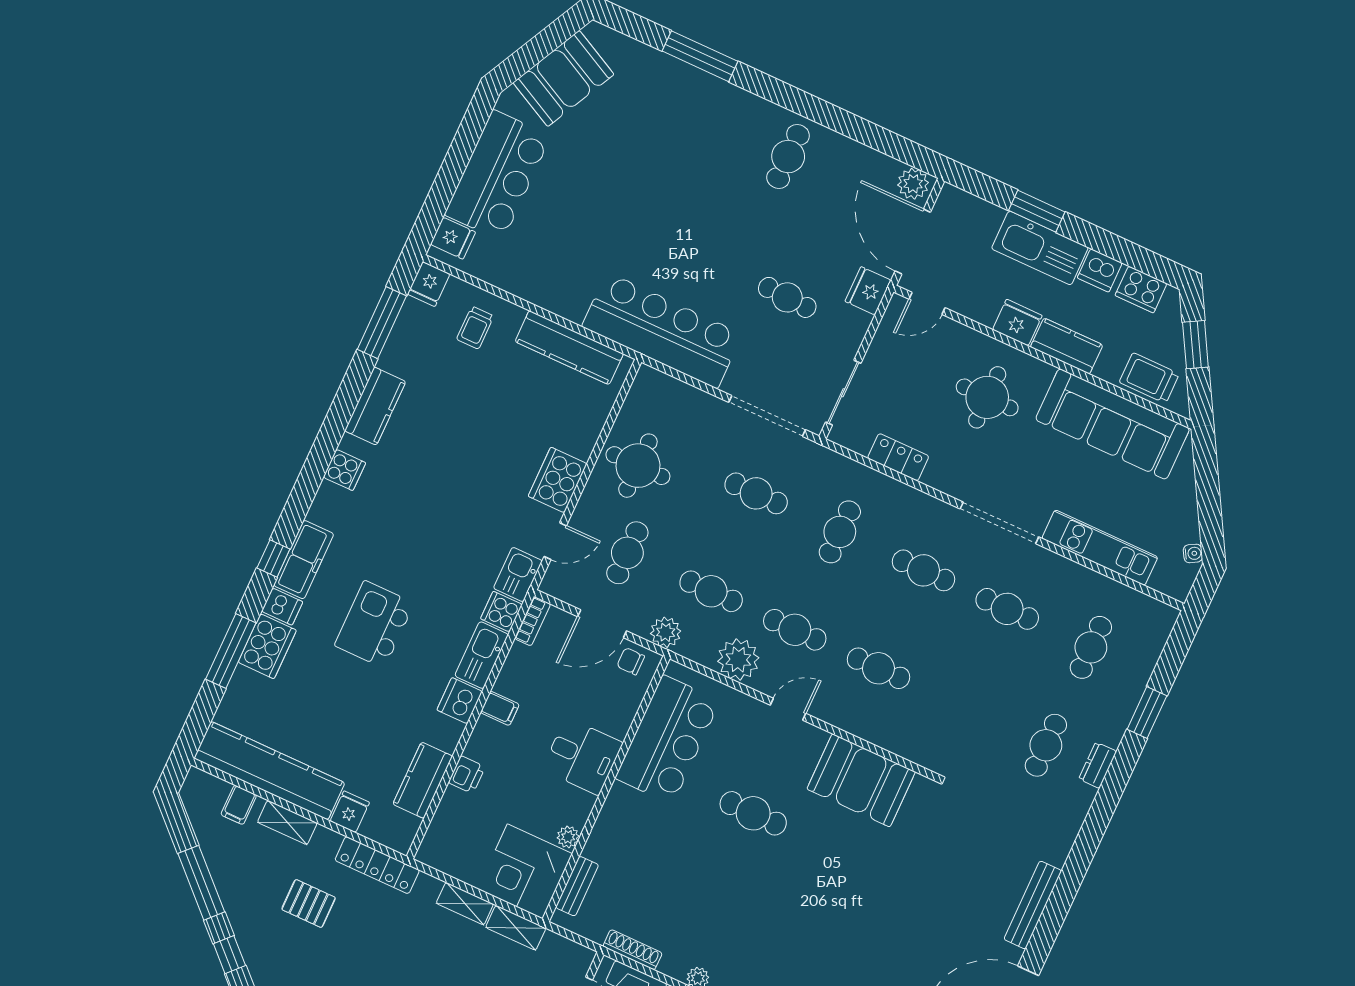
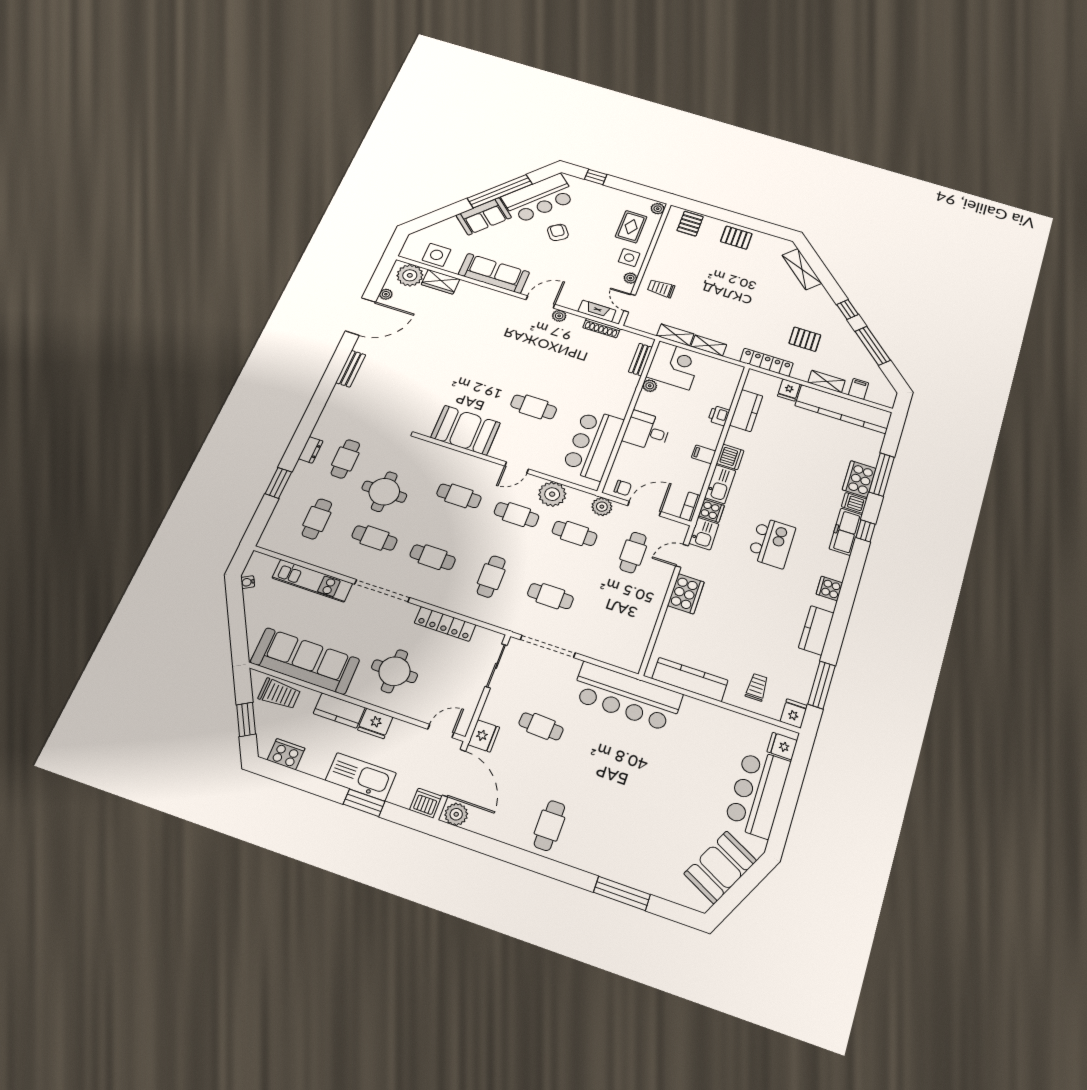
dishwasher: (1100, 270) -> (426, 803), moved
locker: (898, 457) -> (445, 624), width x1.53
round table: (638, 466) -> (384, 492), moved
kitchen island: (374, 624) -> (772, 543), moved
bench: (1033, 905) -> (351, 369), width x0.73

